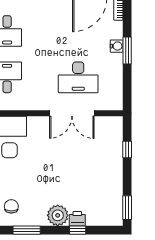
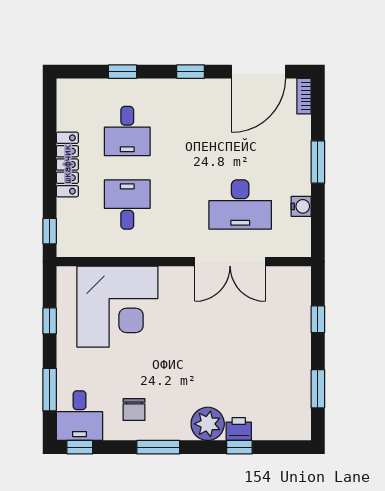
water cooler: (117, 46) -> (301, 206), moved
chair: (11, 206) -> (134, 410), turned 180
window: (127, 208) -> (318, 389), moved

